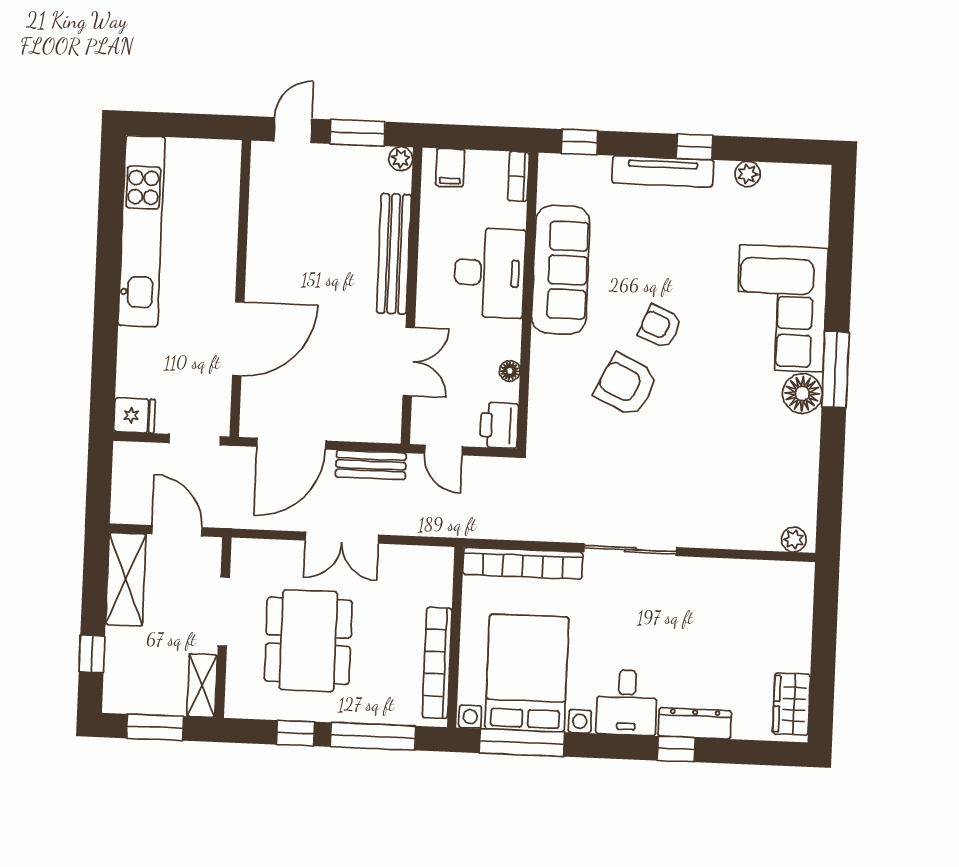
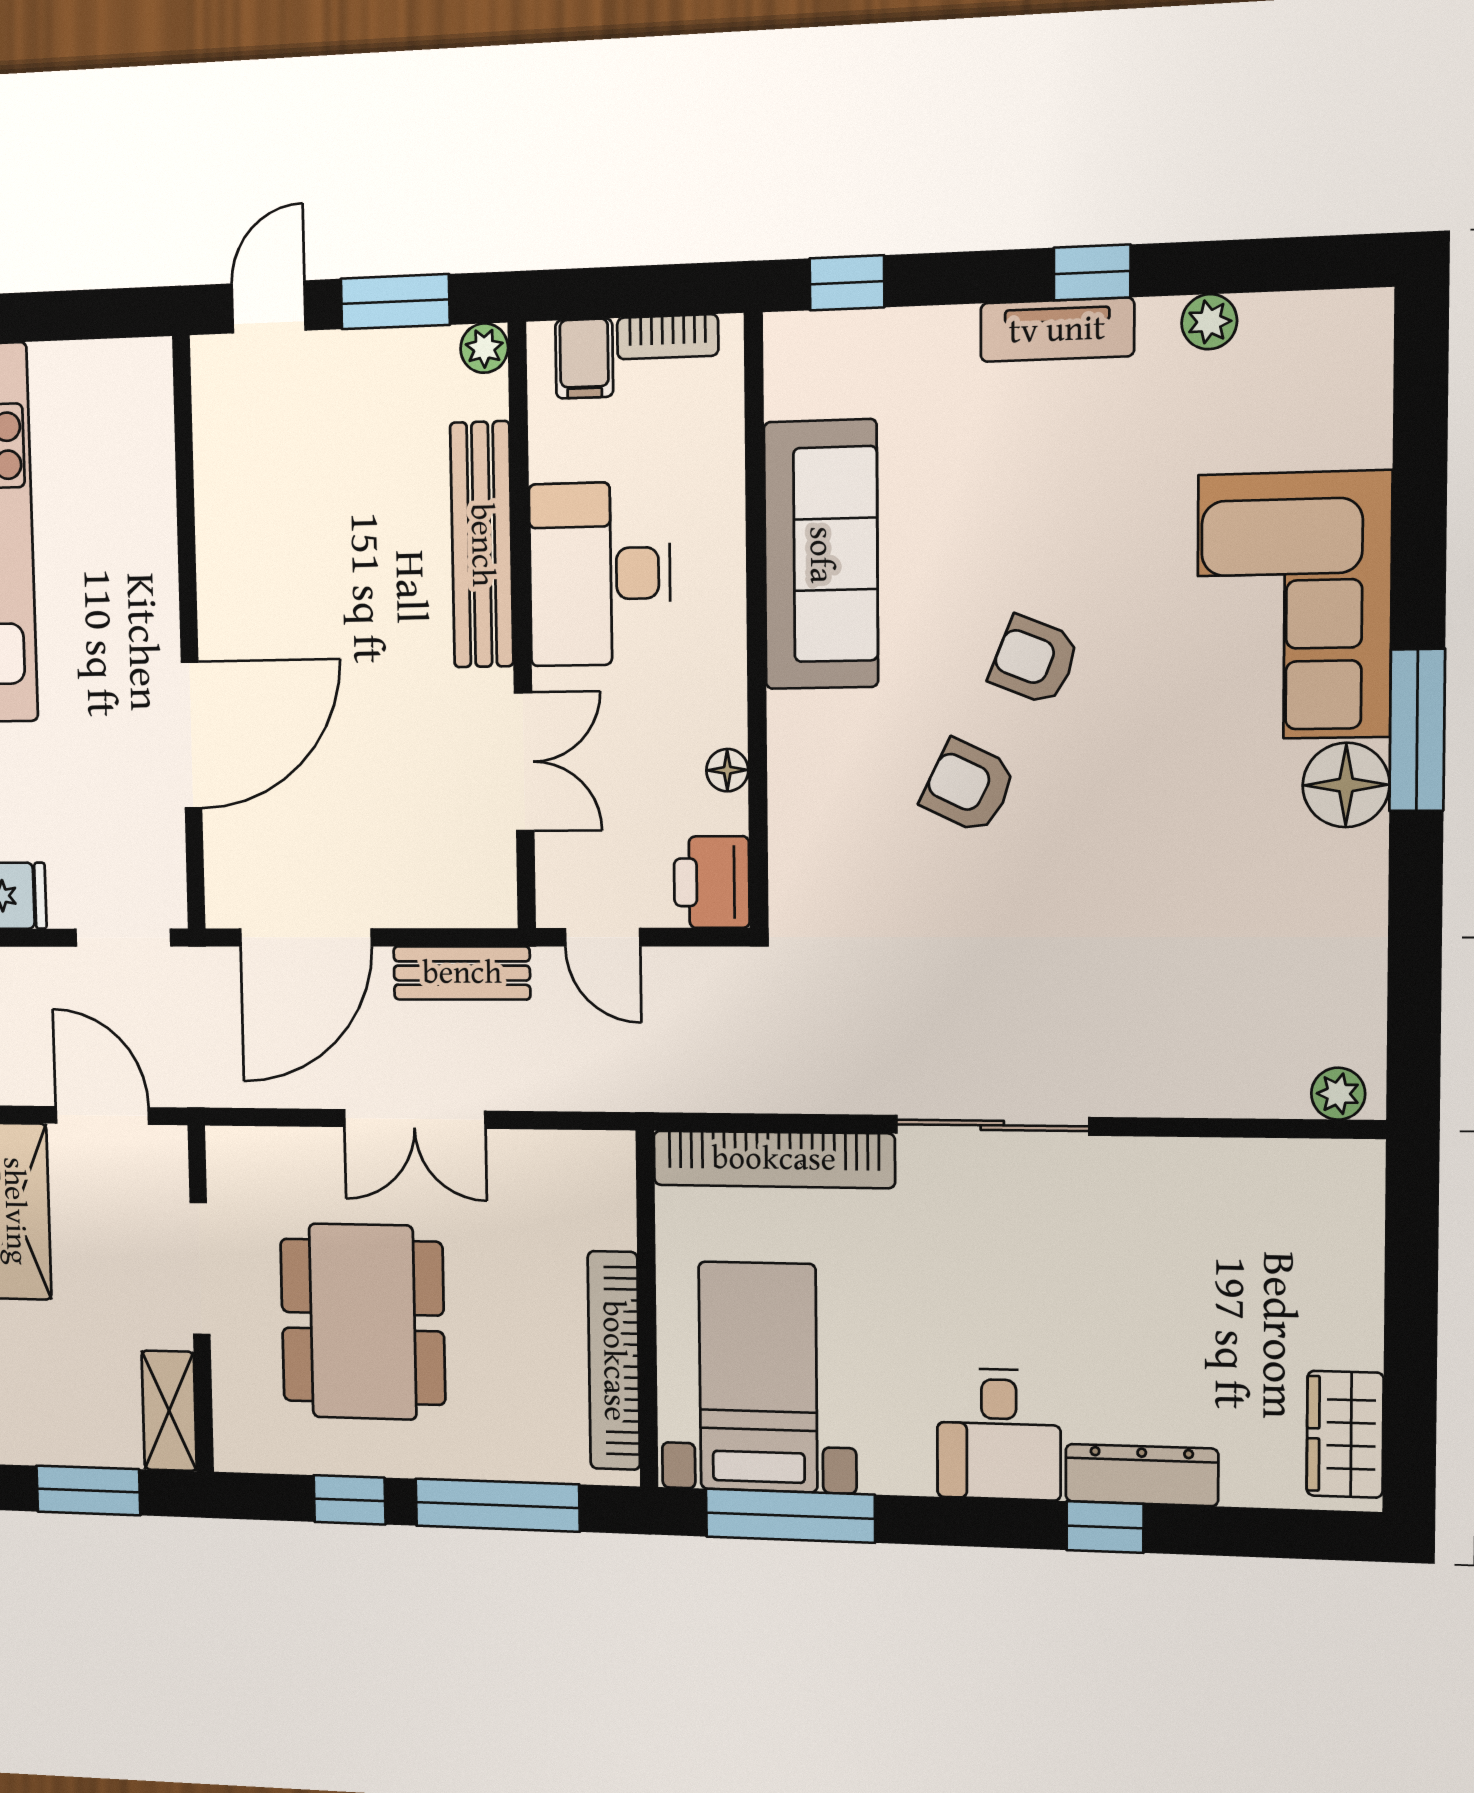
tv unit: (663, 171) -> (1057, 330), width x0.71
bookcase: (518, 176) -> (668, 337), moved, turned -90
desk: (489, 273) -> (600, 574), moved, turned 180
armchair: (626, 385) -> (968, 786), width x0.72, depth x0.72
bed with nightstands: (527, 673) -> (758, 1377), width x0.73

